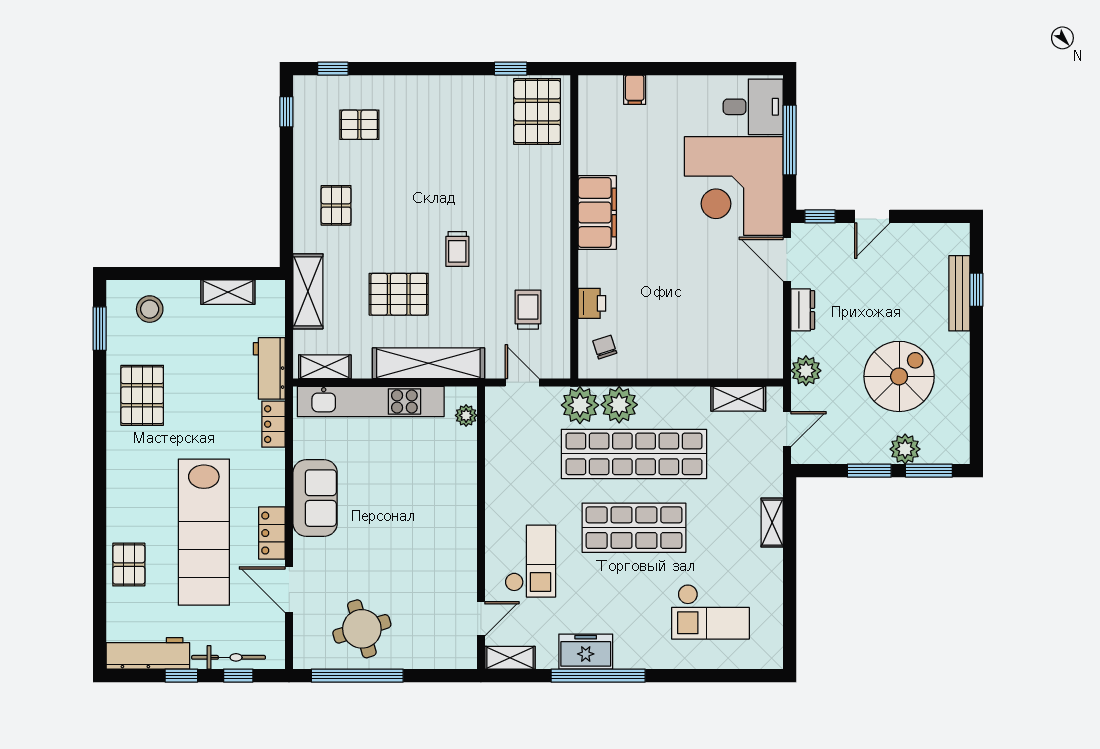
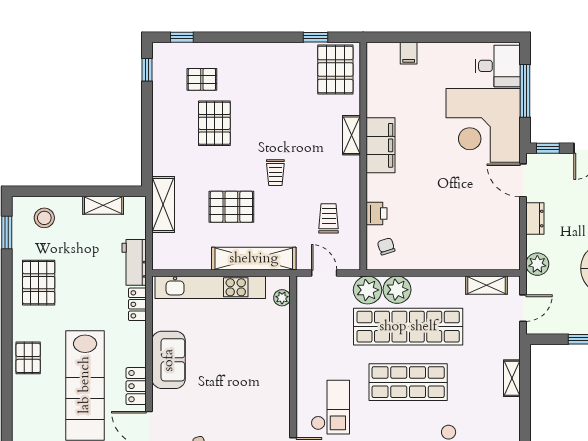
pallet: (336, 205) -> (214, 123), moved, width x1.50, depth x1.42
shelving: (325, 367) -> (352, 135), moved, turned 90
pallet: (129, 565) -> (28, 358), moved

